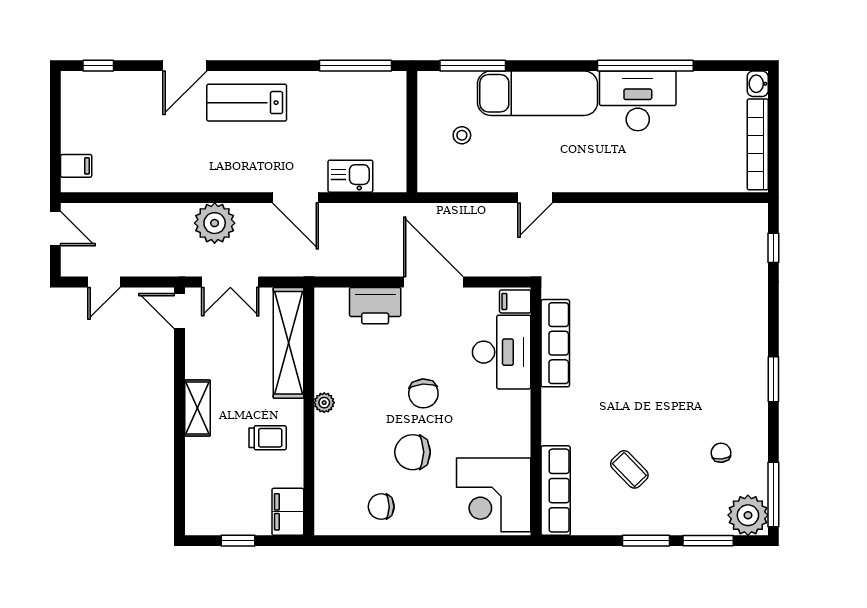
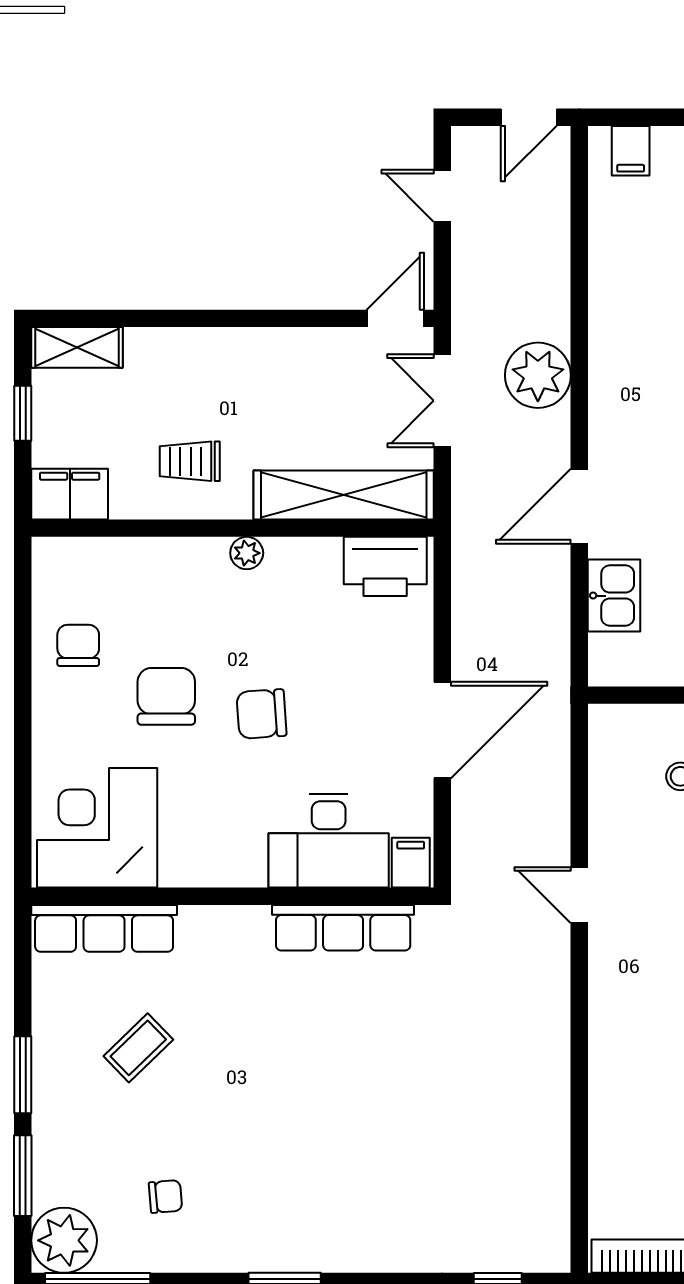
printer: (375, 306) -> (385, 566), moved, turned -90
shelving: (197, 408) -> (77, 347), moved
trolley: (268, 438) -> (190, 461), turned 90

